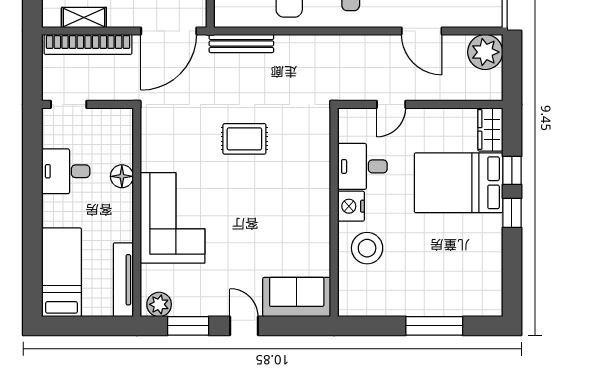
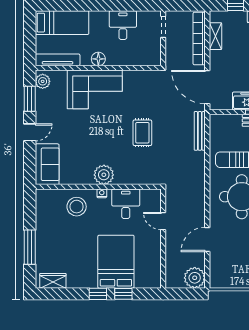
wardrobe: (490, 129) -> (53, 281), moved
floor lamp: (122, 176) -> (98, 59), moved
plant: (314, 203) -> (104, 175), added
nightstand: (351, 206) -> (102, 193), width x0.53, depth x0.56

